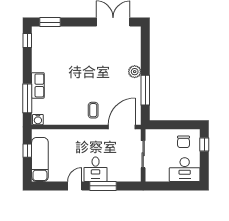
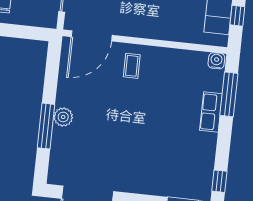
window: (145, 90) -> (46, 126), moved

